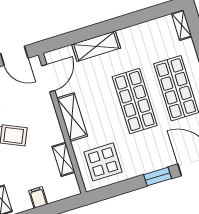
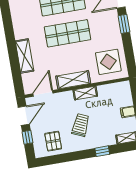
door: (48, 78) -> (43, 93), hinge flipped
shelving: (64, 159) -> (85, 93), moved

